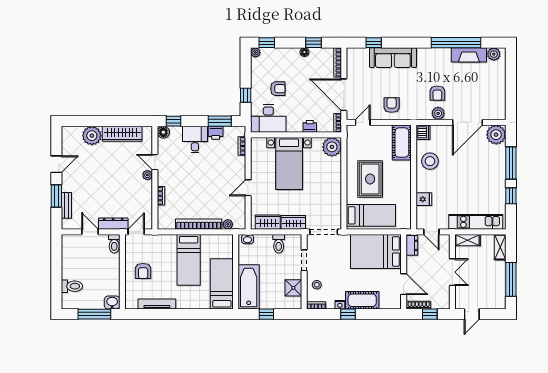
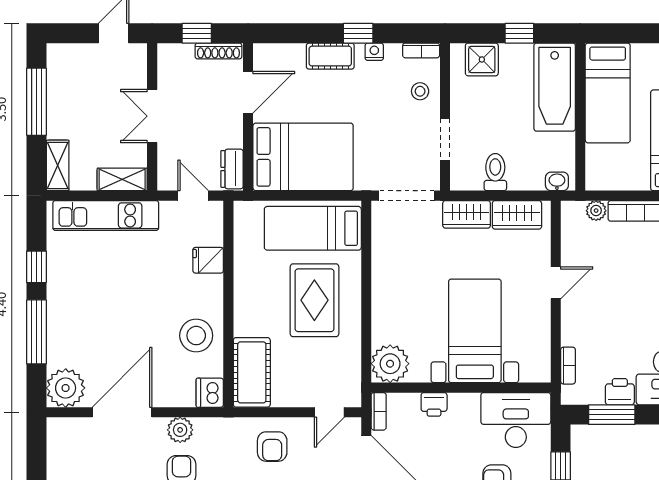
door: (404, 284) -> (248, 92), swing flipped
shower: (293, 288) -> (482, 59), moved
cot: (362, 300) -> (330, 56), width x0.73, depth x0.75

